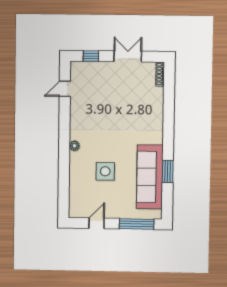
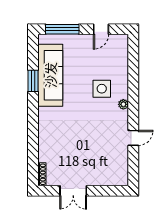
window: (91, 56) -> (109, 191), removed
door: (65, 89) -> (133, 138), moved
side table: (105, 171) -> (102, 89), moved

